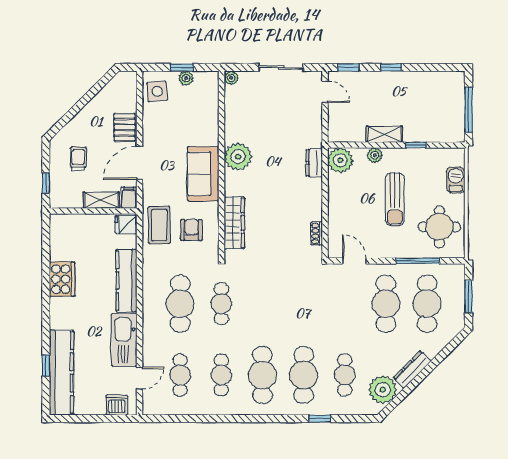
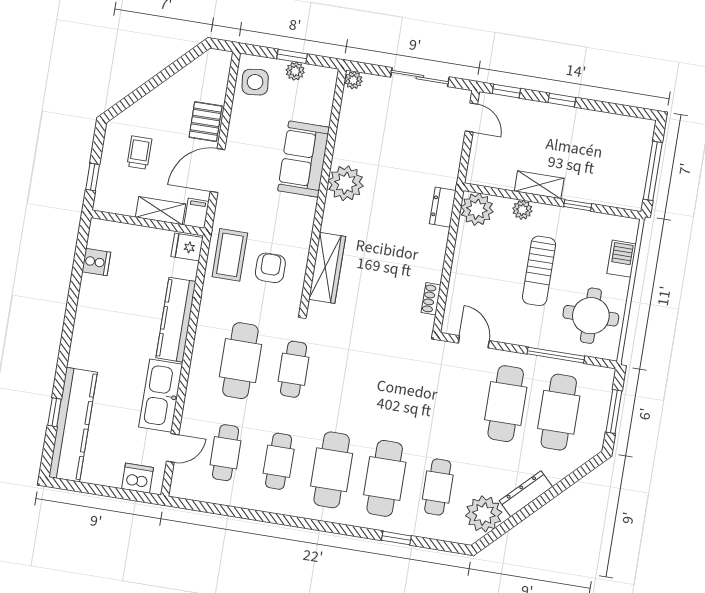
sofa: (203, 174) -> (304, 159), moved
cooker: (62, 279) -> (96, 262), moved, width x0.53, depth x0.76

